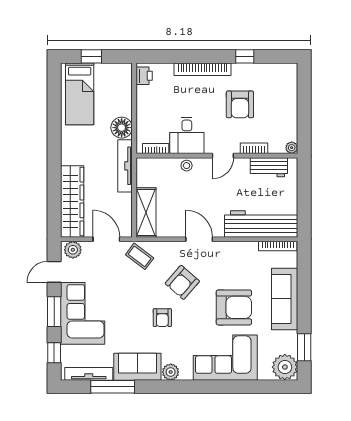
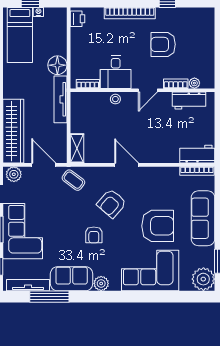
nightstand: (100, 68) -> (38, 12), added
armchair: (240, 104) -> (163, 44), turned 90
plant: (292, 148) -> (194, 83), moved
shelving: (146, 212) -> (77, 148), width x0.67, depth x0.75
workbench: (261, 224) -> (197, 154), width x0.53, depth x0.76

